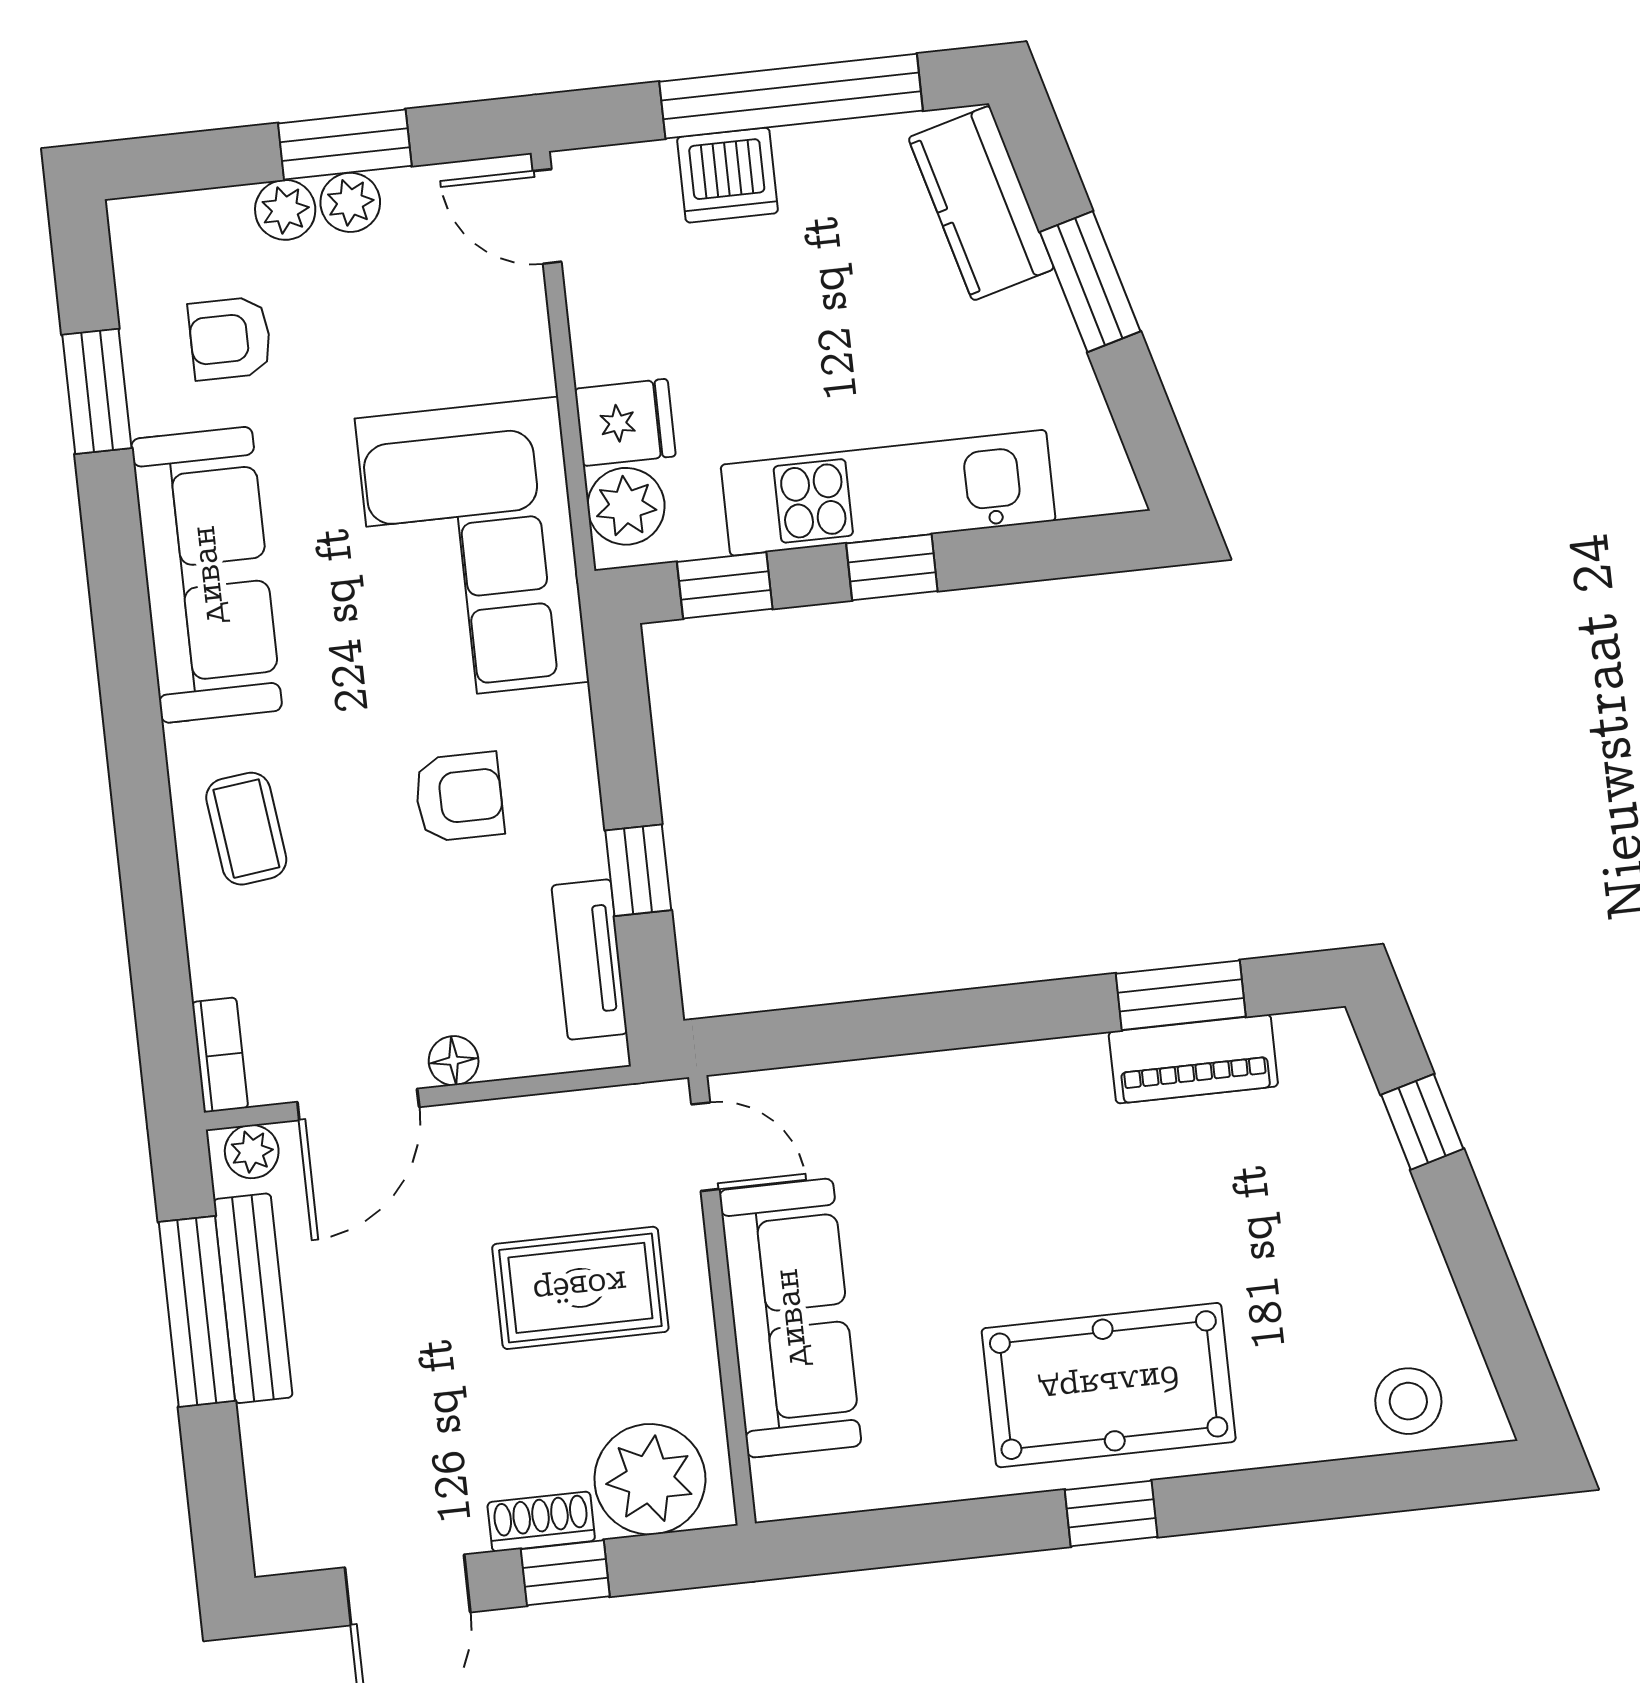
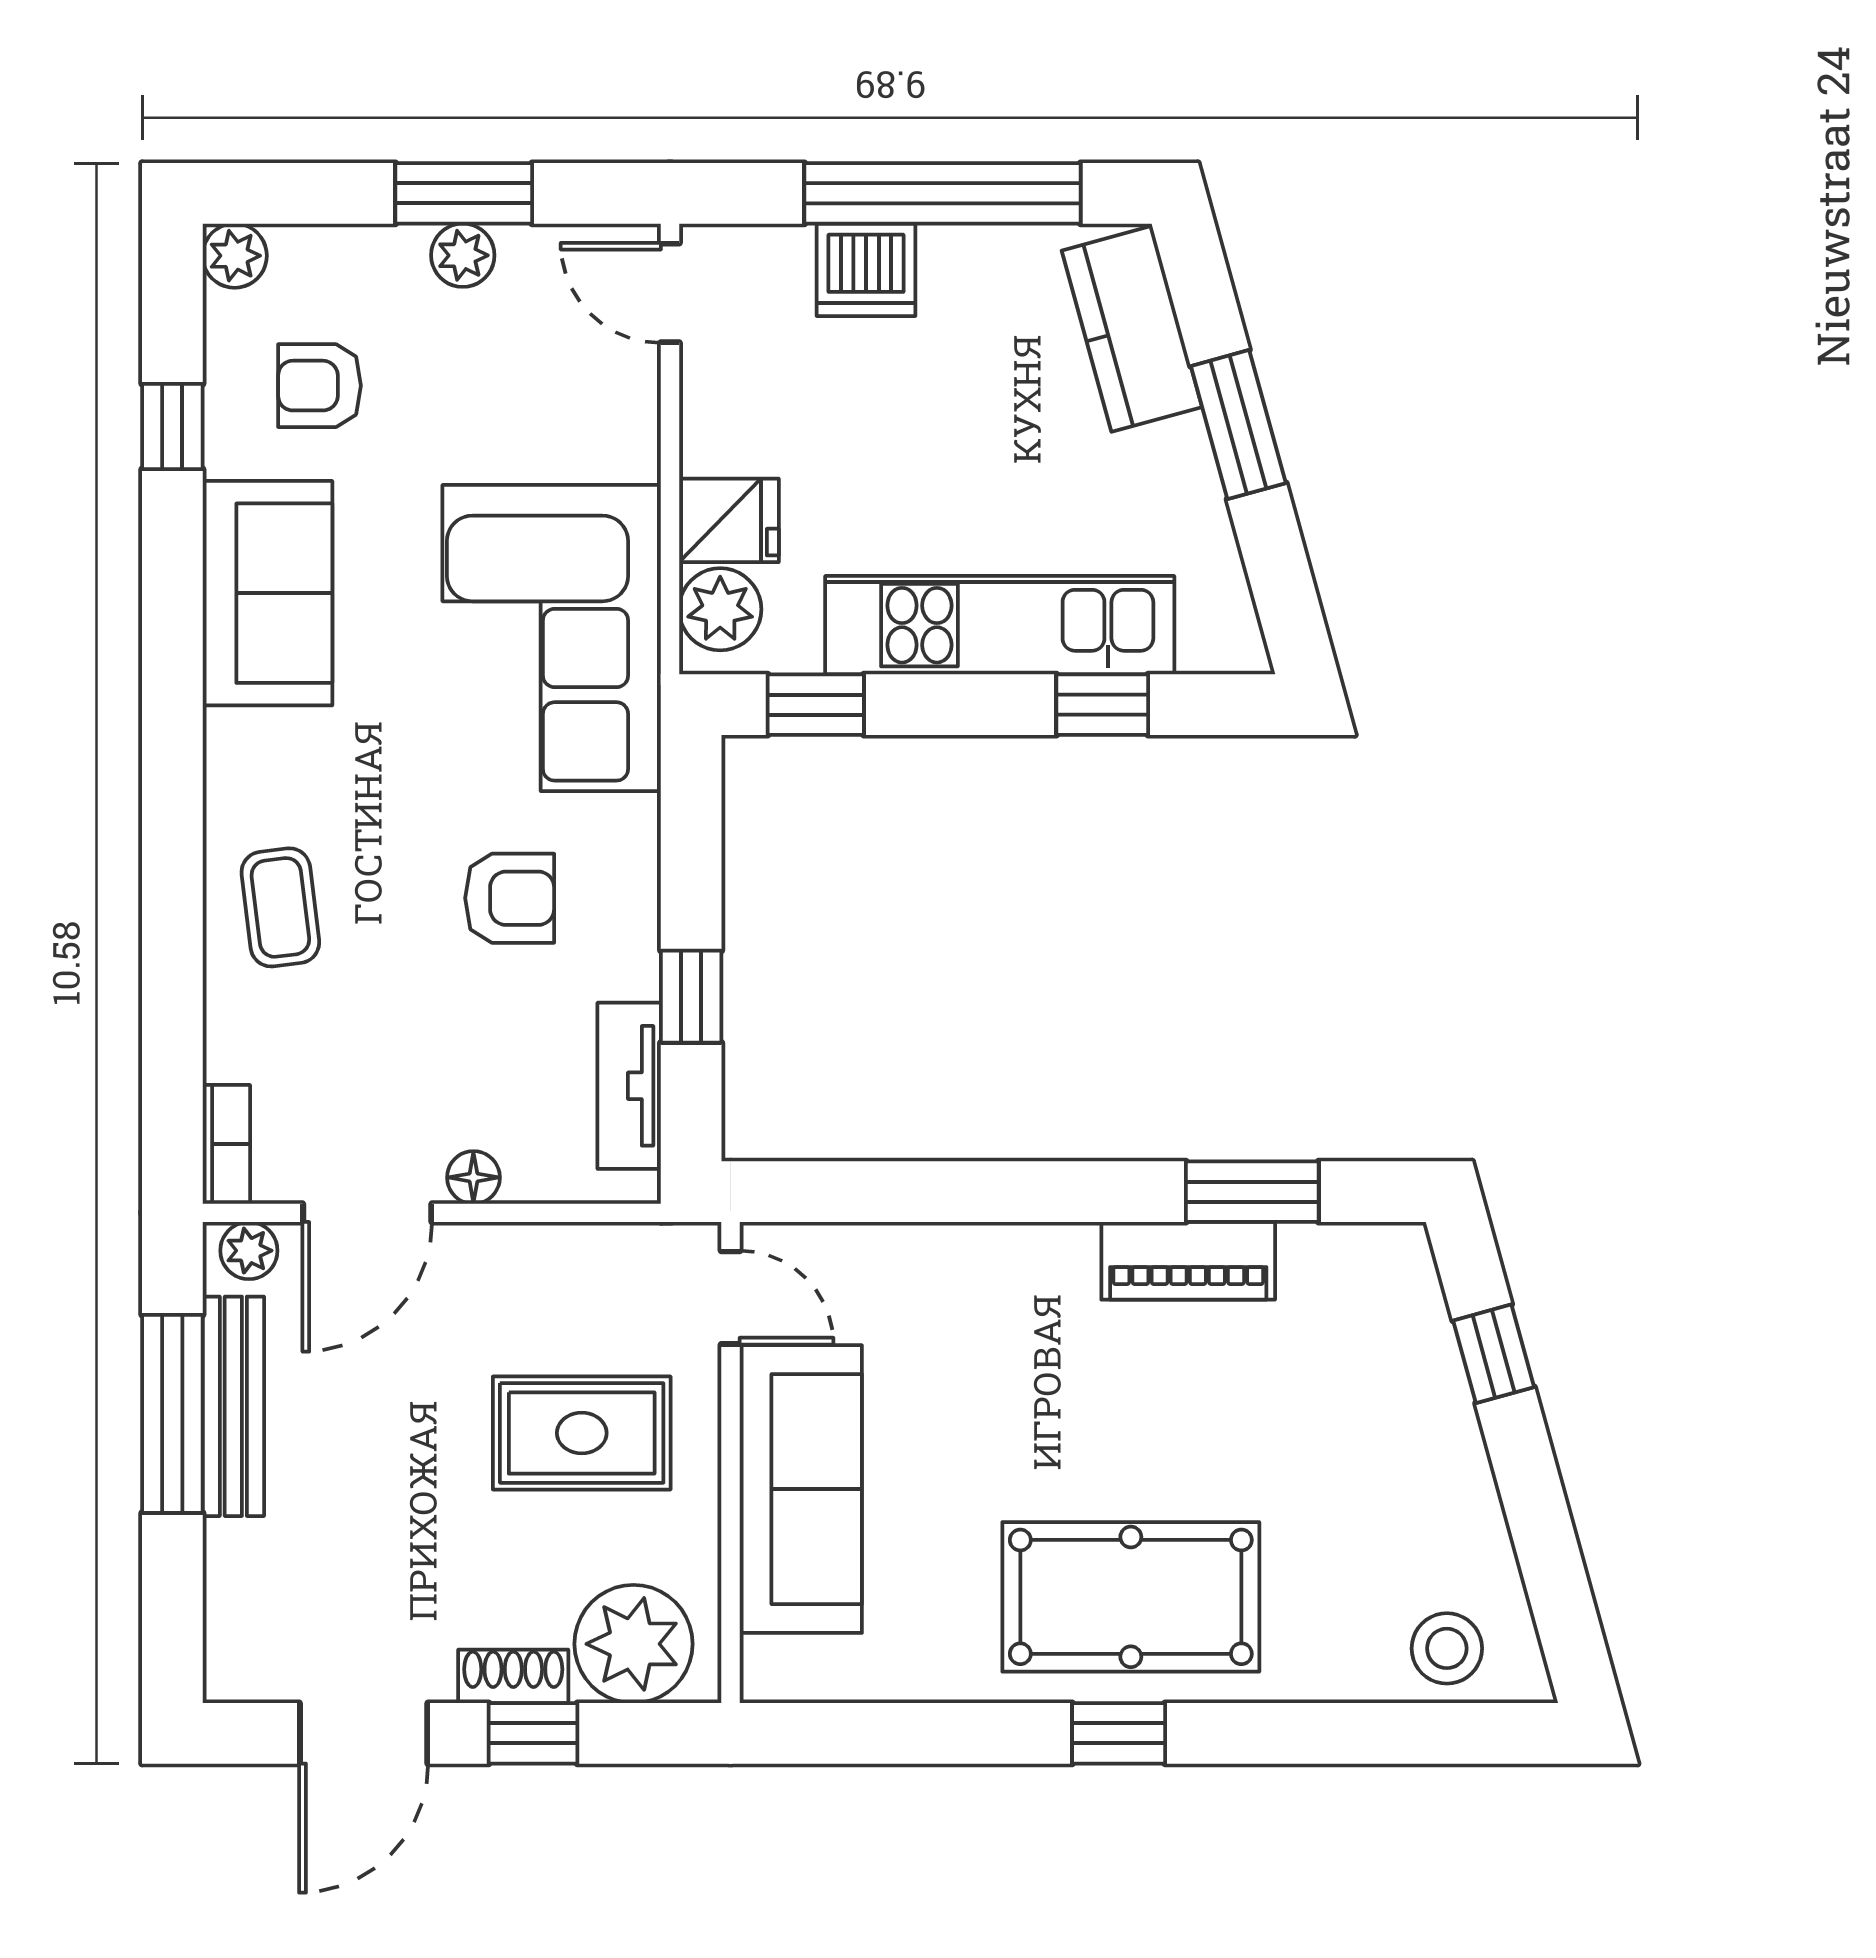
plant: (285, 210) -> (235, 256), moved
window: (97, 391) -> (172, 426), width x0.67
window: (892, 567) -> (1102, 705), moved
sofa: (207, 575) -> (267, 593), width x0.73
piano: (1193, 1059) -> (1188, 1261), moved

